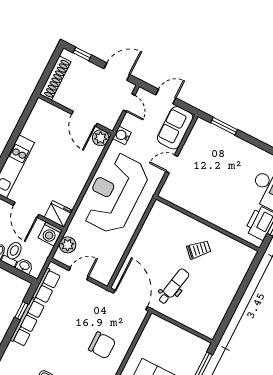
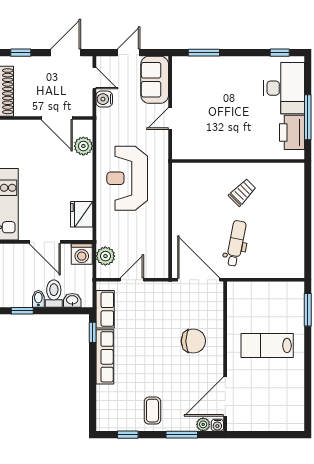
water cooler: (122, 135) -> (104, 99), moved
plant: (101, 138) -> (83, 146), moved
reception desk: (115, 193) -> (127, 178), width x0.74, depth x0.77
fridge: (58, 214) -> (82, 214), moved, turned -90
window: (22, 311) -> (93, 332), moved

